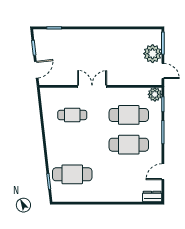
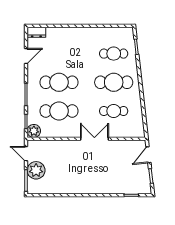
double door: (92, 86) -> (94, 139), swing flipped
cafe table: (72, 145) -> (114, 82), added
cafe table: (72, 174) -> (114, 54), width x0.73, depth x0.74

